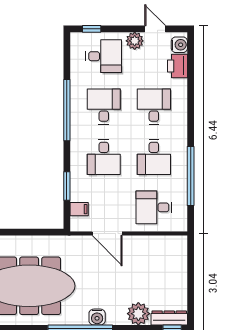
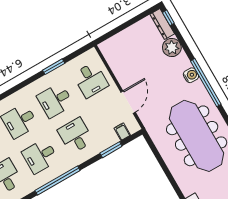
desk: (104, 157) -> (76, 136), turned -90
desk: (154, 157) -> (55, 100), turned 180
window: (191, 176) -> (54, 67), width x0.47

